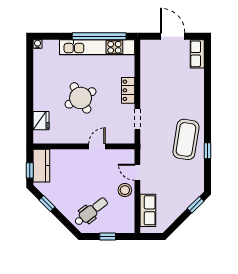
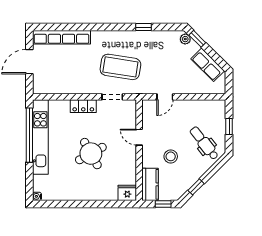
row of seats: (197, 54) -> (61, 37), width x2.02
fridge: (41, 121) -> (127, 193), moved
coffee table: (186, 139) -> (120, 67), moved
kitchen counter: (41, 166) -> (150, 184), moved, turned 90
stool: (125, 190) -> (171, 156), moved
plant: (195, 193) -> (185, 39), added
row of seats: (148, 210) -> (208, 65), moved, turned -135

